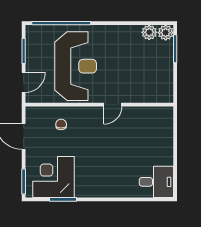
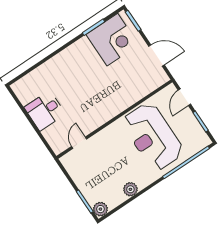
plant: (149, 32) -> (130, 189), moved
door: (113, 105) -> (79, 143), moved
chair: (61, 124) -> (134, 84), removed
desk: (156, 182) -> (45, 111), moved

